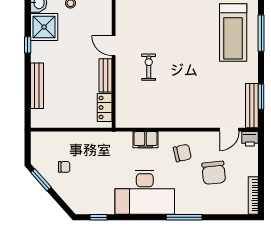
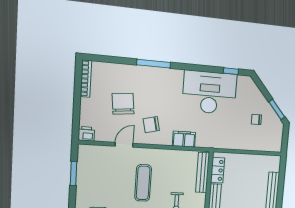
exercise mat: (187, 90) -> (143, 183), added
bench: (252, 106) -> (203, 172), moved
door: (229, 130) -> (124, 145), moved
desk: (145, 192) -> (210, 93), moved

